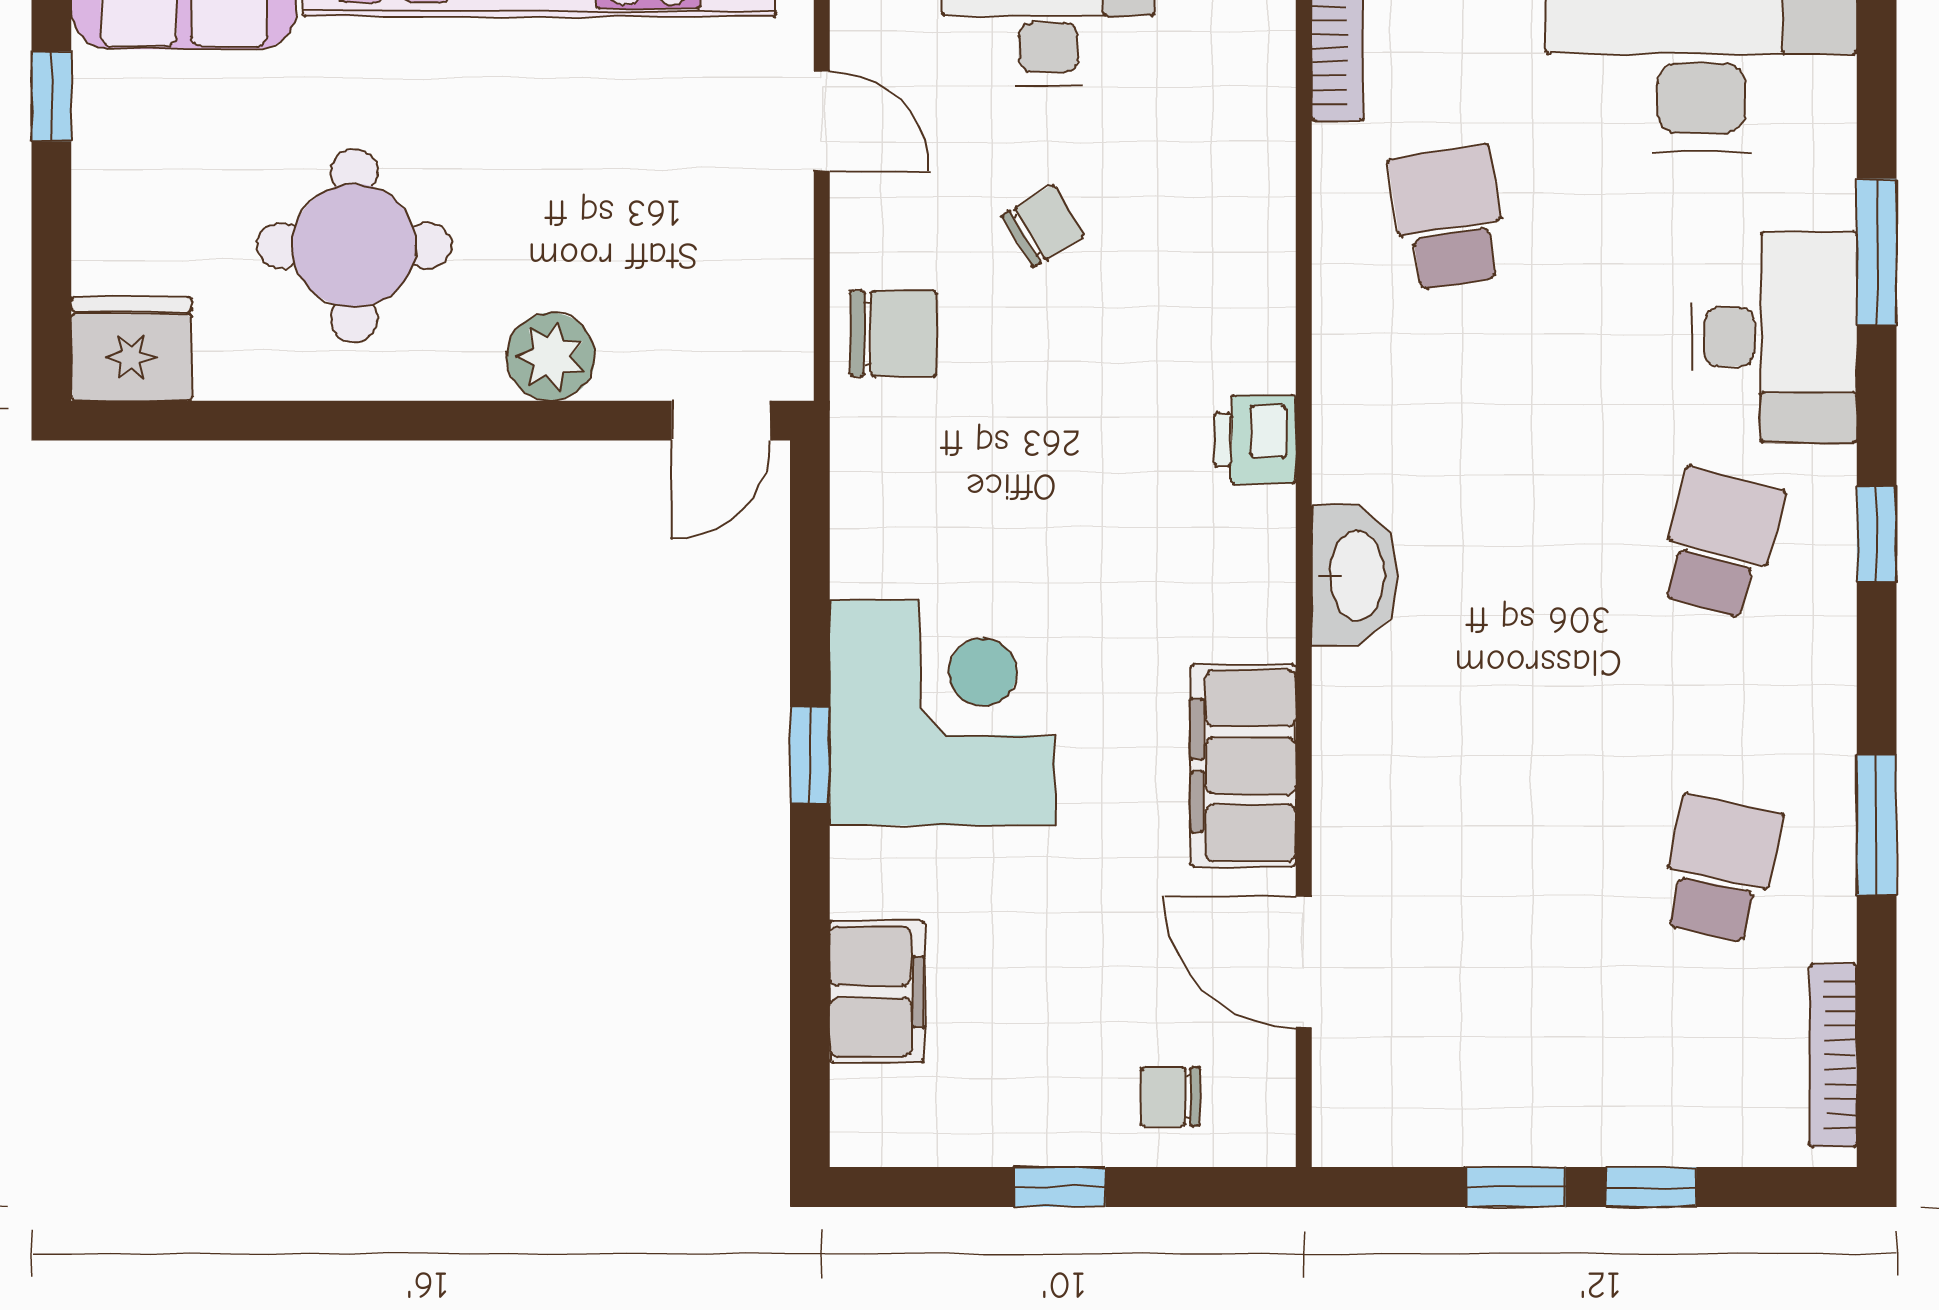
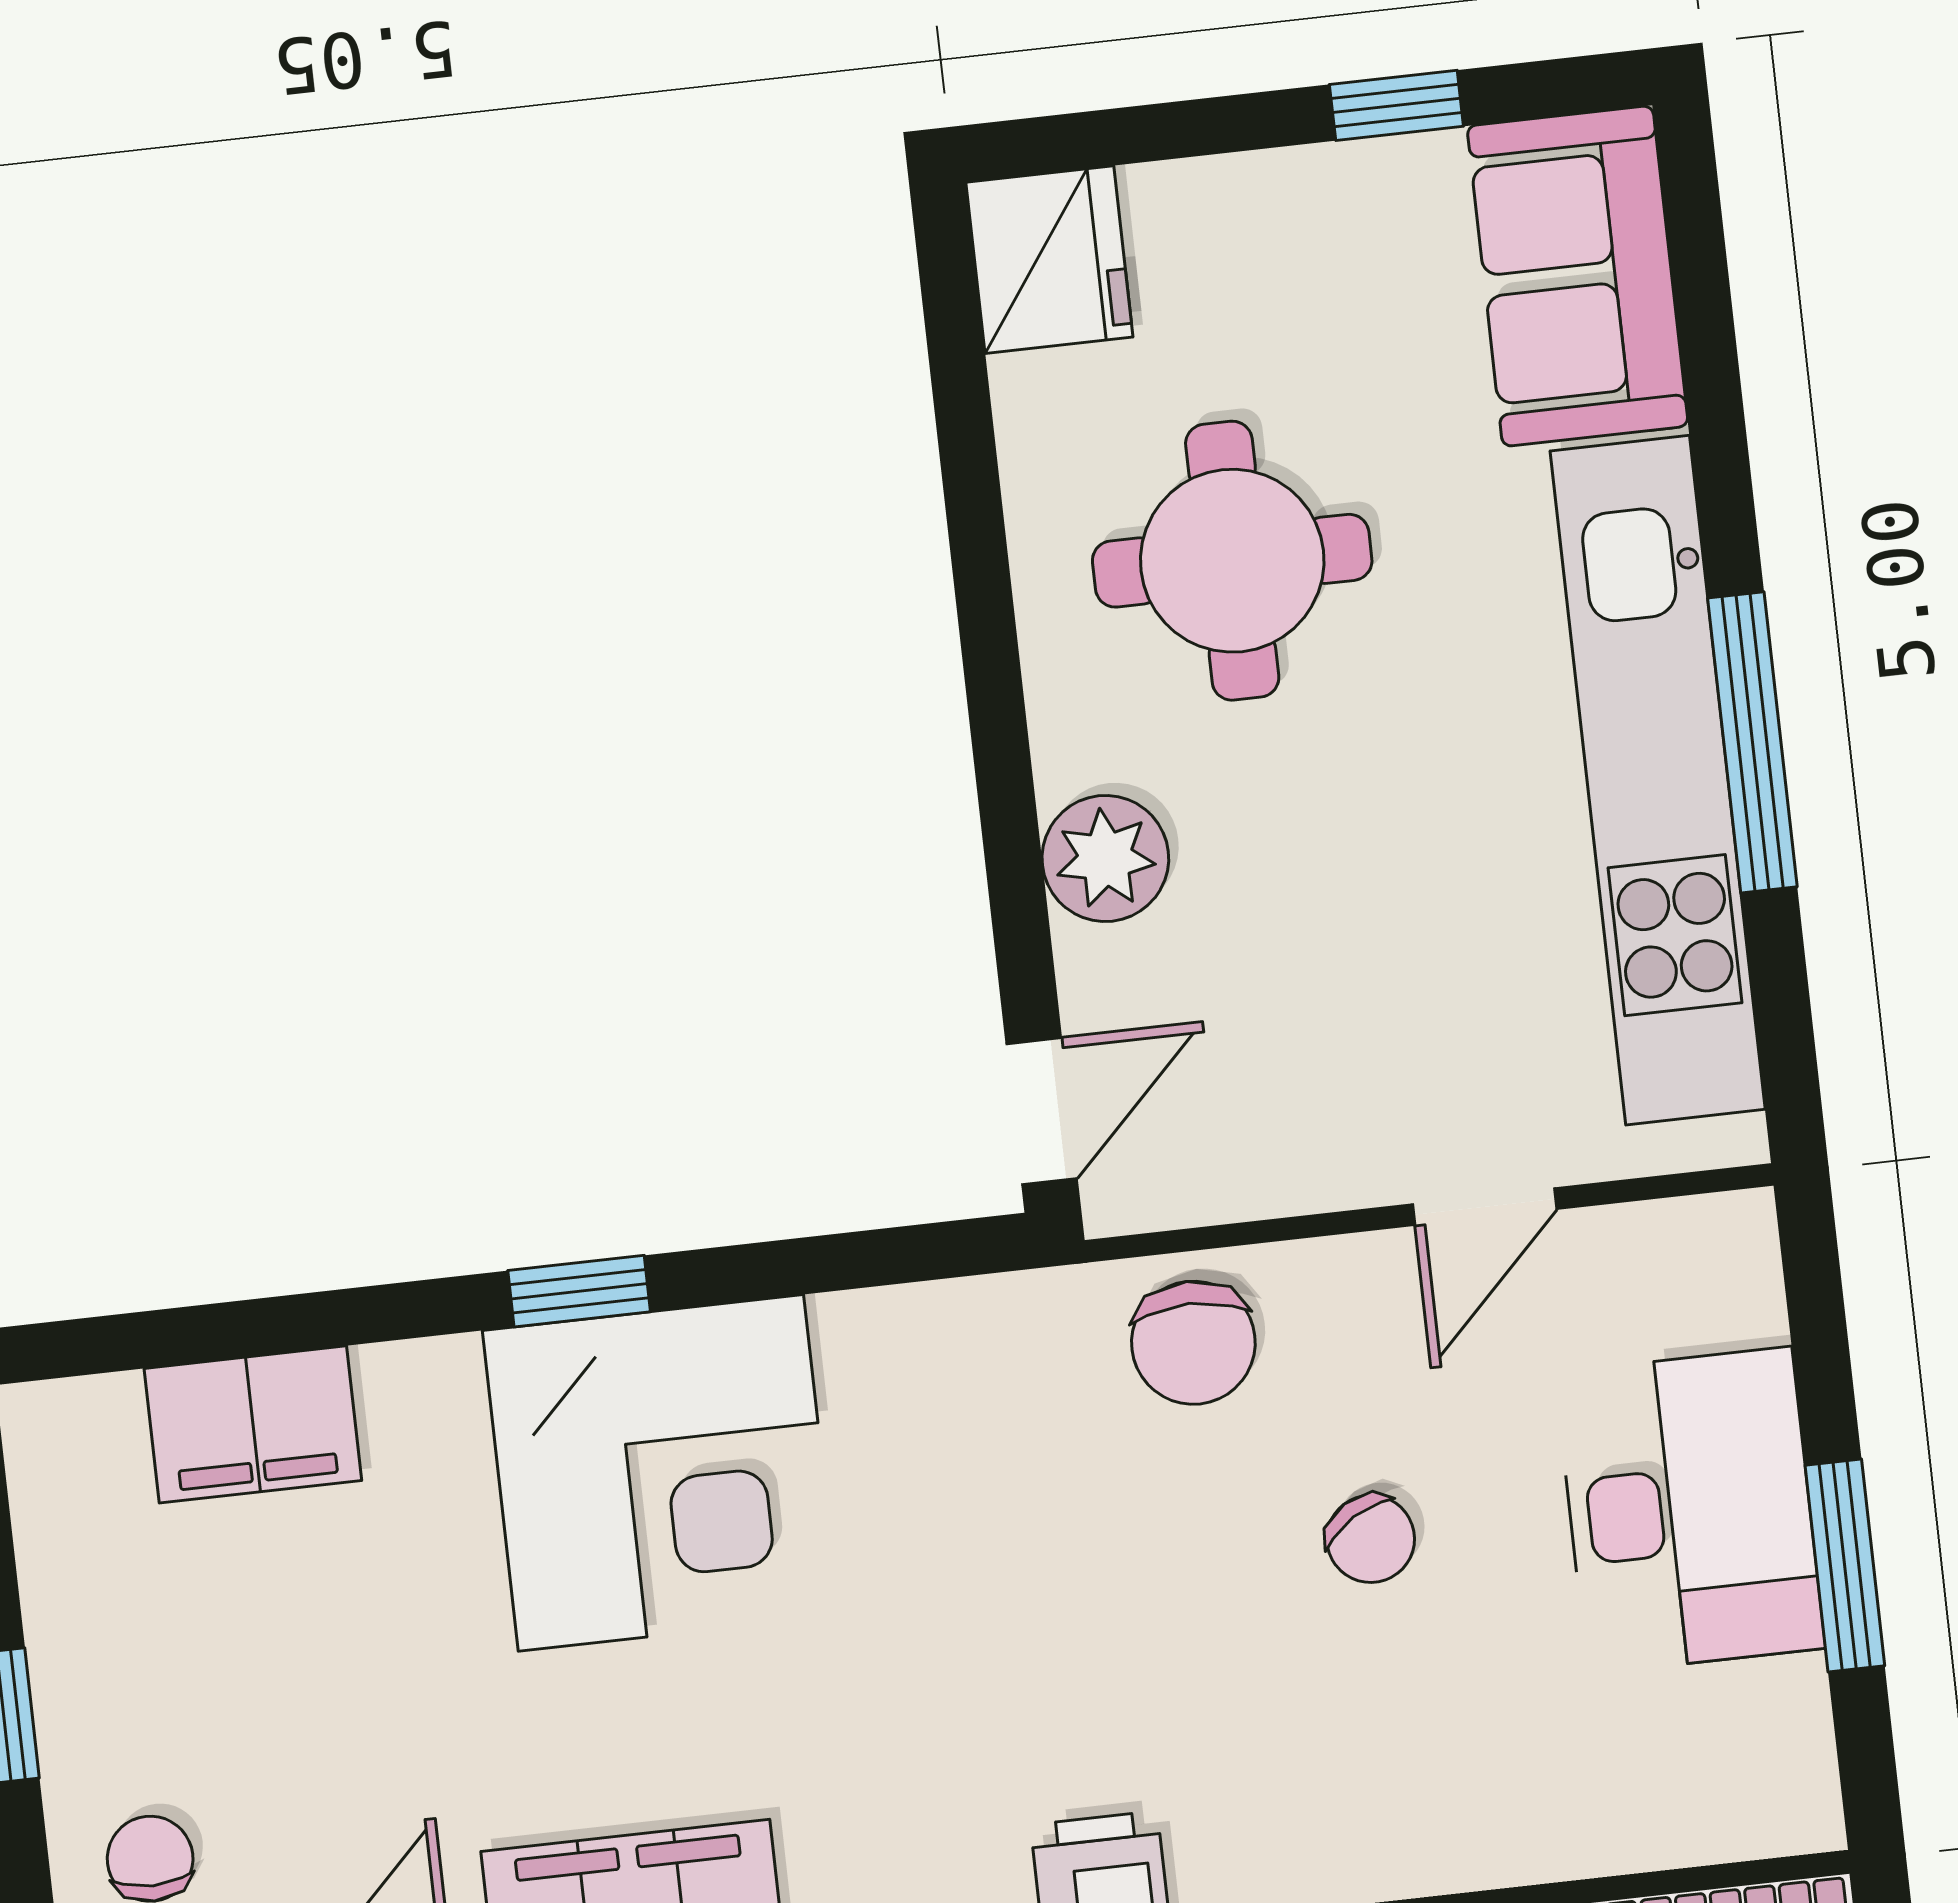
door: (721, 421) -> (1042, 1111), swing flipped

